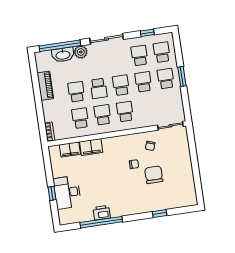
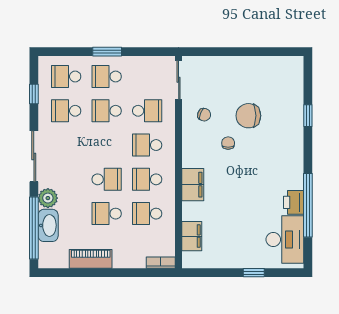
school desk: (121, 85) -> (147, 111), moved, turned 180
filing cabinet: (91, 147) -> (193, 185), moved
desk: (67, 192) -> (285, 240), moved, turned -90

